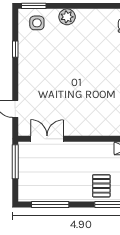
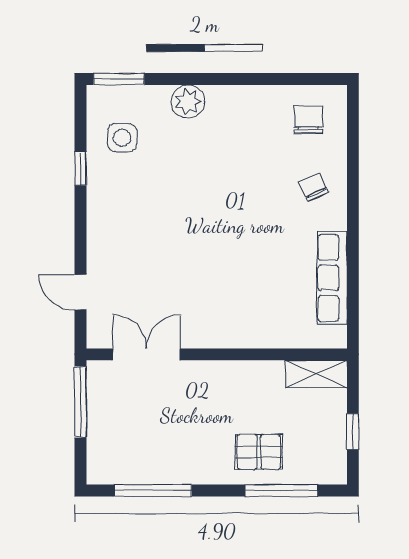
side table: (37, 23) -> (122, 138), moved
pallet: (101, 186) -> (259, 452), turned 90

